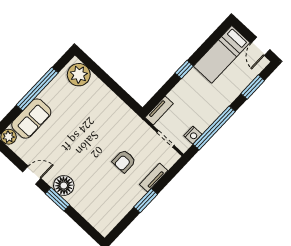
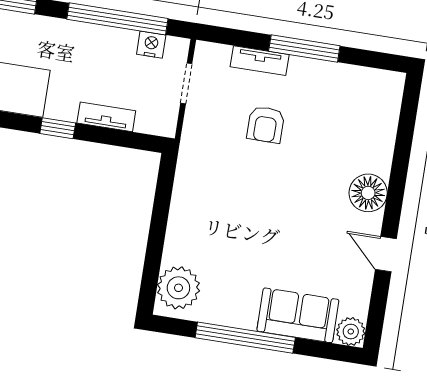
tv unit: (159, 111) -> (106, 117), moved
armchair: (124, 161) -> (266, 125), turned 90
window: (57, 199) -> (396, 188), removed
window: (146, 201) -> (304, 48), width x1.44

